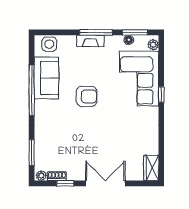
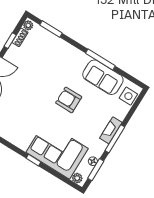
window: (32, 90) -> (100, 59), width x0.68
armchair: (87, 96) -> (69, 100), turned 90

